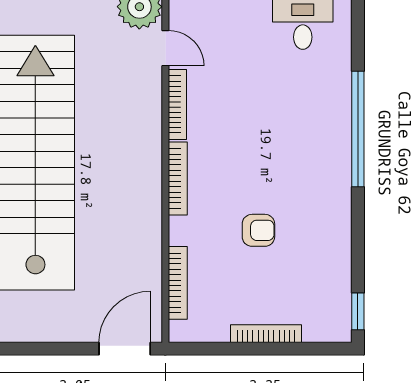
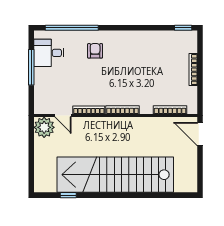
door: (165, 48) -> (63, 116), swing flipped
window: (358, 129) -> (72, 28), moved
armchair: (258, 230) -> (95, 51), moved

